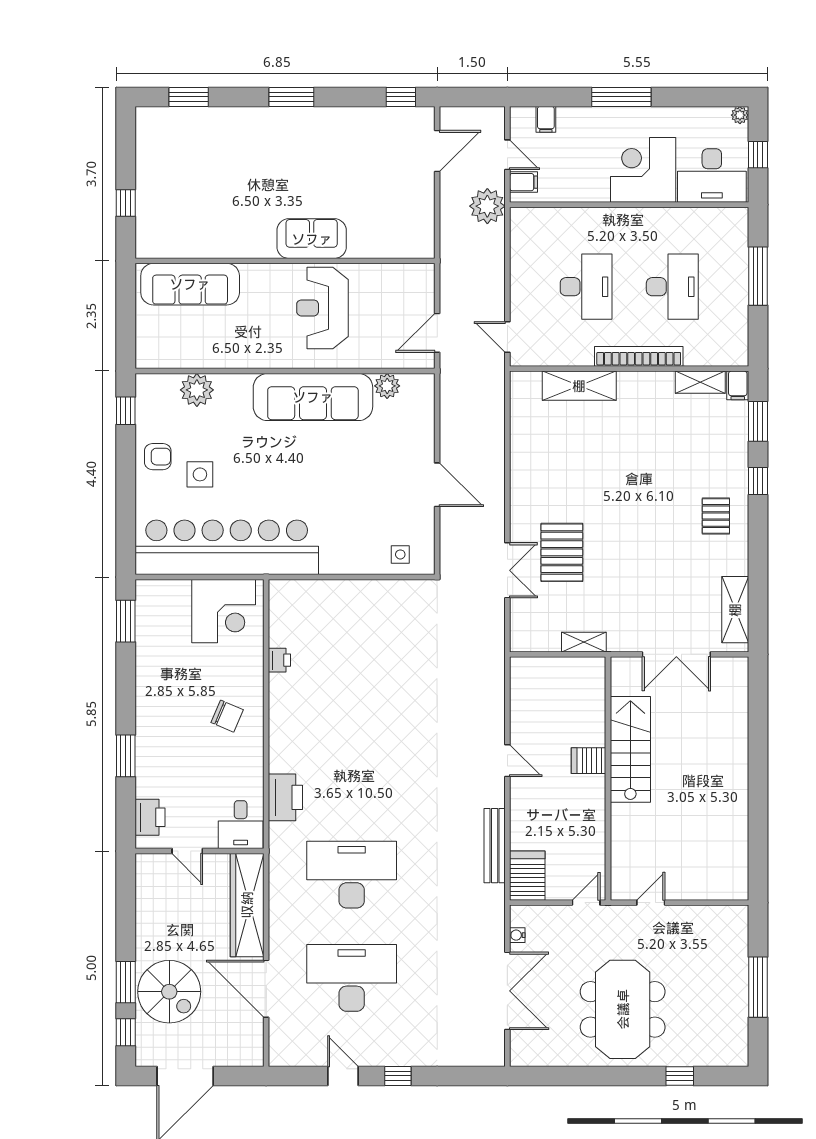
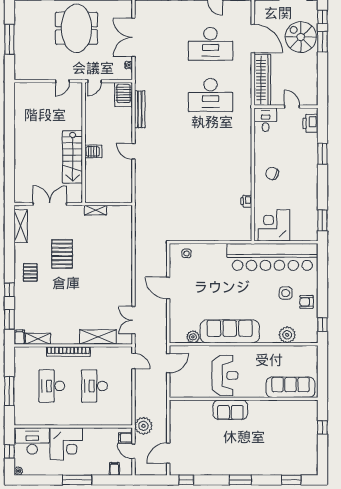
pallet: (562, 552) -> (62, 254), moved
double door: (507, 570) -> (133, 320), moved
printer: (285, 797) -> (243, 133), removed

